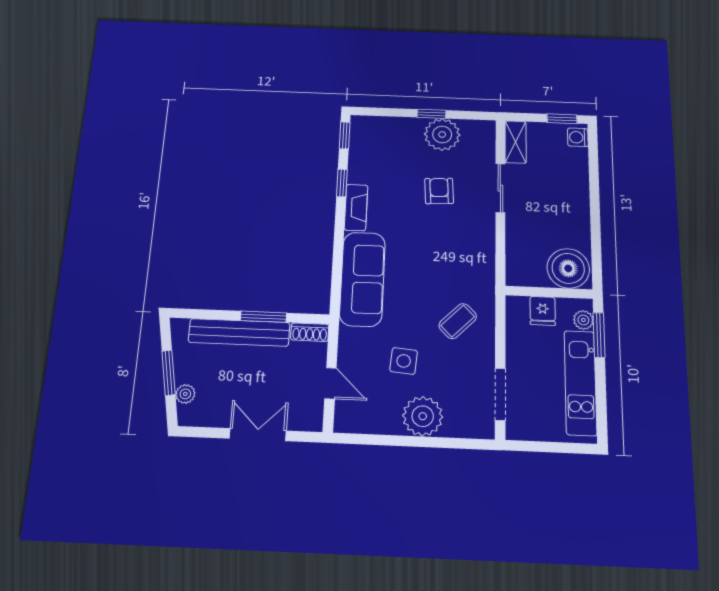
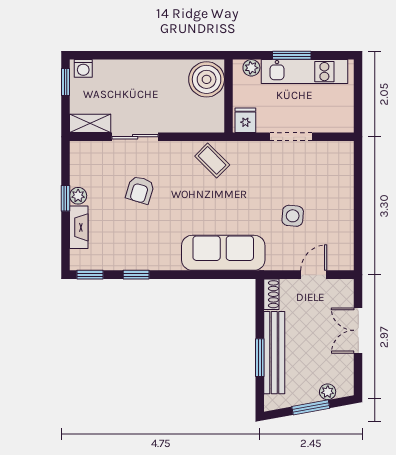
plant: (442, 134) -> (78, 196), width x0.53, depth x0.53
armchair: (439, 191) -> (140, 190), turned -70
fireplace: (356, 208) -> (79, 227), moved, turned 90
fridge: (543, 311) -> (245, 120), moved, turned -90
window: (263, 317) -> (260, 358), moved
coffee table: (458, 321) -> (212, 160), moved
window: (599, 335) -> (292, 55), moved
doorway: (500, 394) -> (291, 137), moved
plant: (423, 416) -> (338, 199), removed

